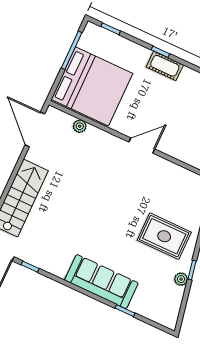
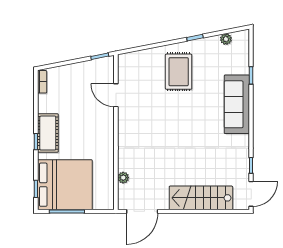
cot: (165, 66) -> (48, 133), width x1.37, depth x1.34
bed: (92, 86) -> (65, 185), moved, turned 90
door: (142, 146) -> (116, 95), moved
plant: (181, 279) -> (226, 39), moved

